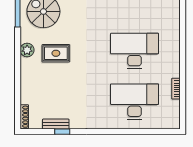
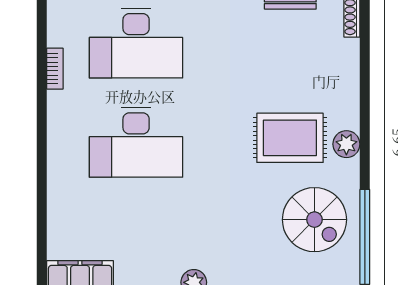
rug: (56, 53) -> (290, 138), width x1.36, depth x1.43

